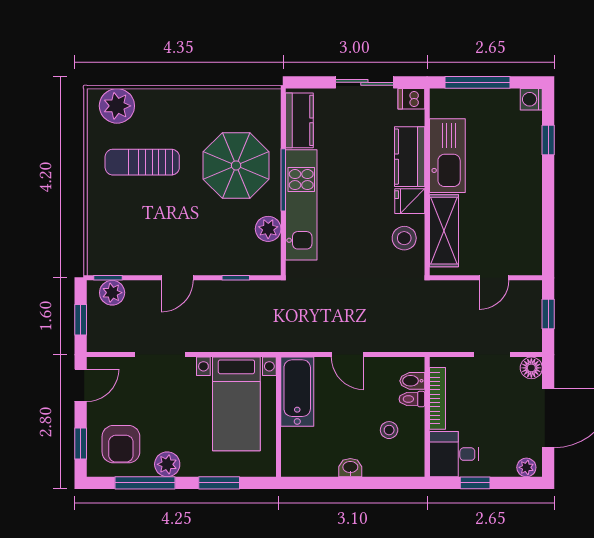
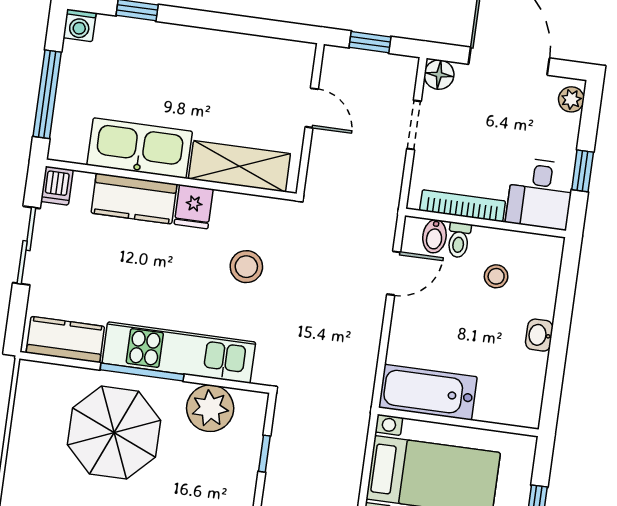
plant: (268, 229) -> (210, 408), width x1.36, depth x1.36
stool: (404, 238) -> (246, 267), moved
door: (348, 355) -> (394, 273), moved

